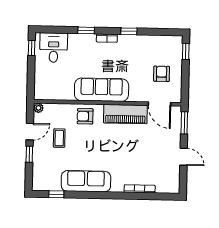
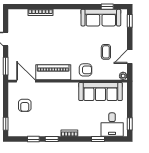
window: (86, 30) -> (98, 139), moved
window: (152, 32) -> (33, 139), added
sofa: (102, 90) -> (100, 92), moved
window: (29, 154) -> (130, 21), moved
sofa: (86, 181) -> (101, 18), moved

